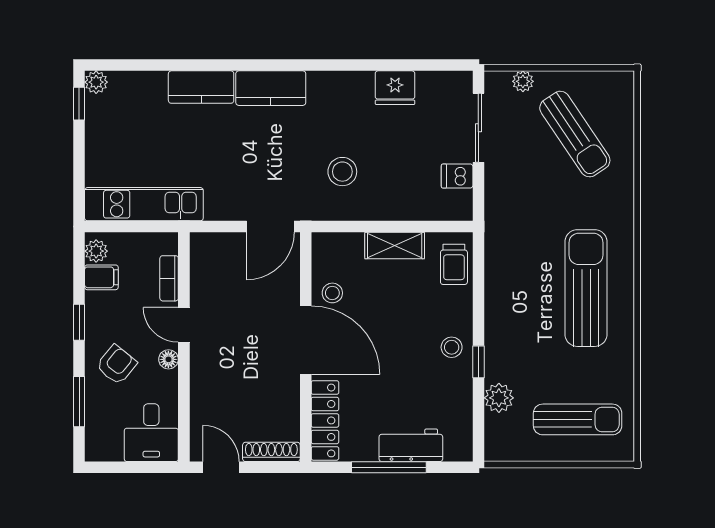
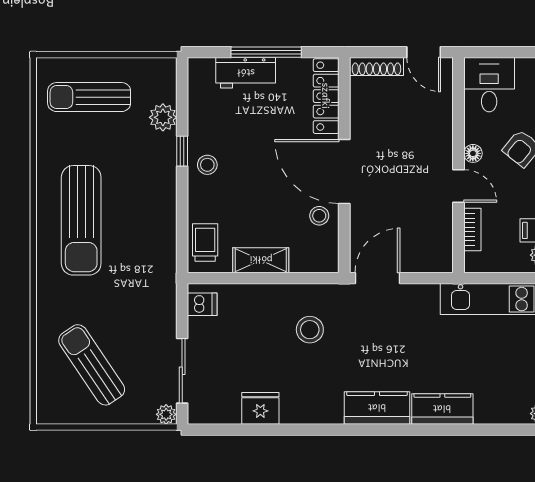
plant: (523, 81) -> (166, 414), moved
dishwasher: (457, 176) -> (202, 304), moved

